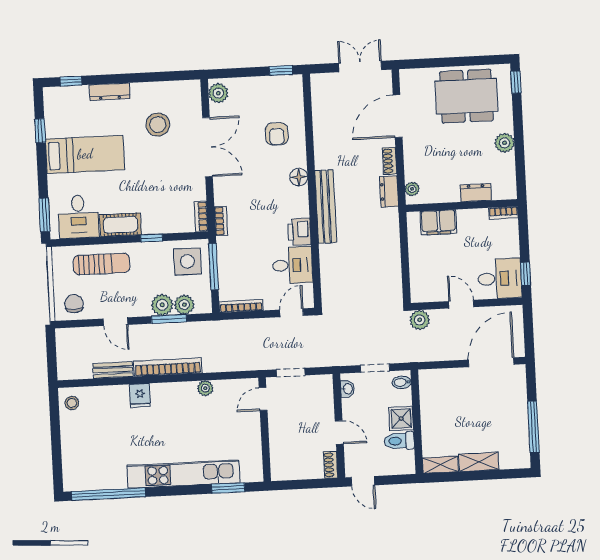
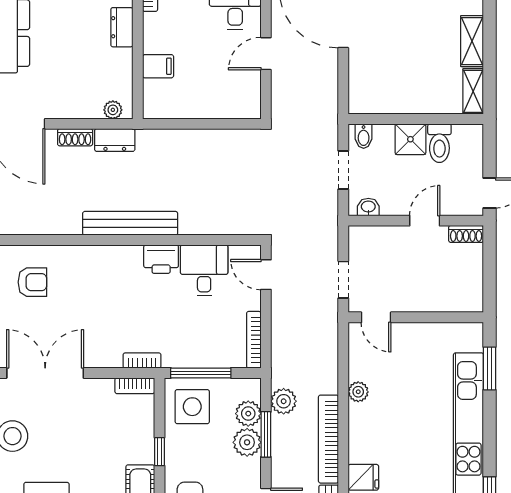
floor lamp: (299, 177) -> (90, 256), removed
filing cabinet: (438, 222) -> (158, 66), width x0.50
plant: (420, 320) -> (284, 401), moved

